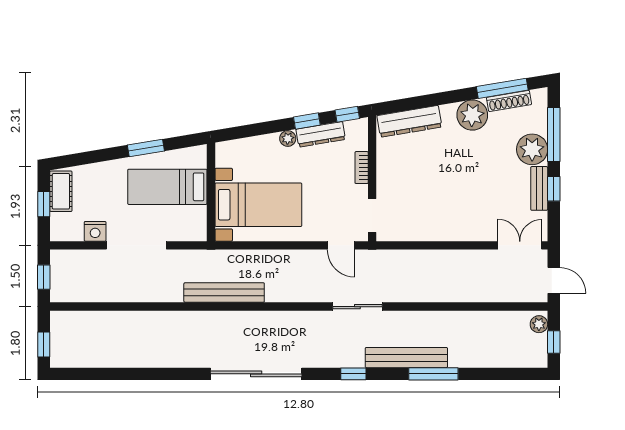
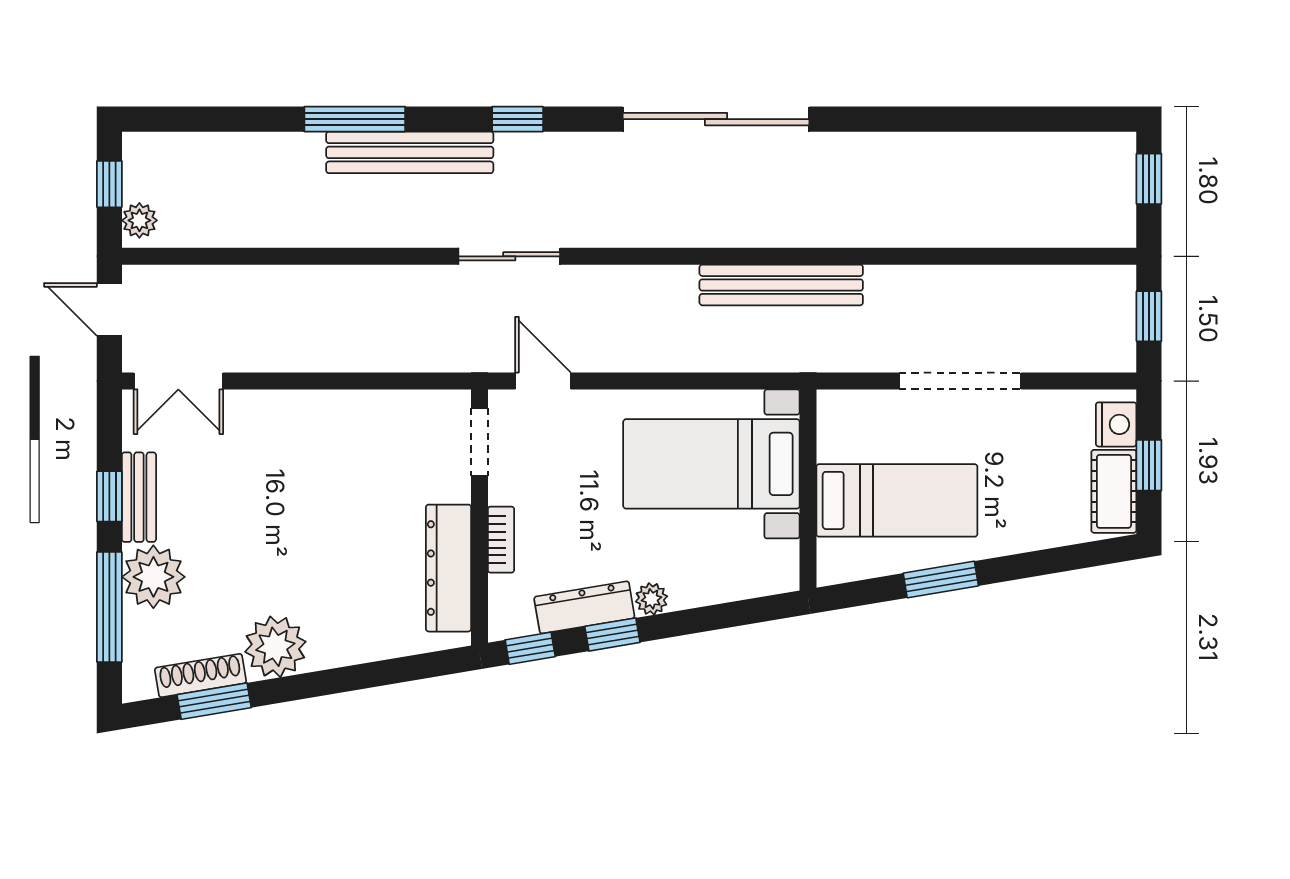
window: (502, 88) -> (214, 701), width x0.69
dresser: (409, 121) -> (449, 568), moved, turned -81
nightstand: (95, 231) -> (1116, 424), moved, turned 90

